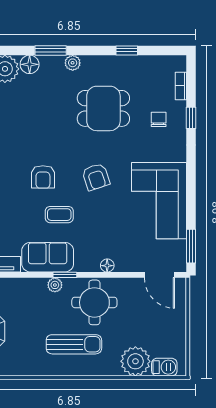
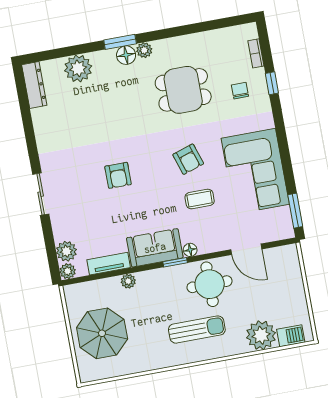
window: (127, 50) -> (196, 28), removed
floor lamp: (30, 64) -> (126, 55), moved
armchair: (43, 177) -> (118, 175), moved
coffee table: (59, 215) -> (200, 199), moved
floor lamp: (107, 266) -> (190, 250), moved
door: (160, 275) -> (246, 249), moved
plant: (55, 285) -> (128, 281), moved

